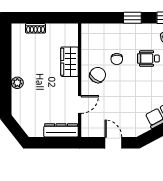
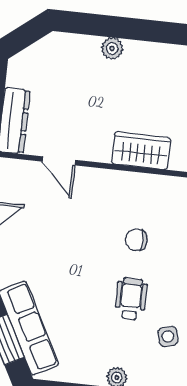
chair: (98, 75) -> (110, 201), removed

